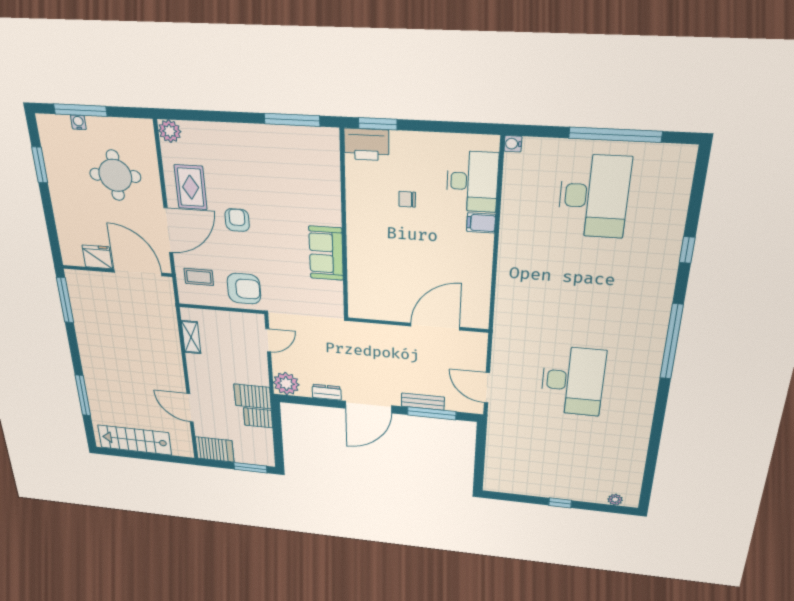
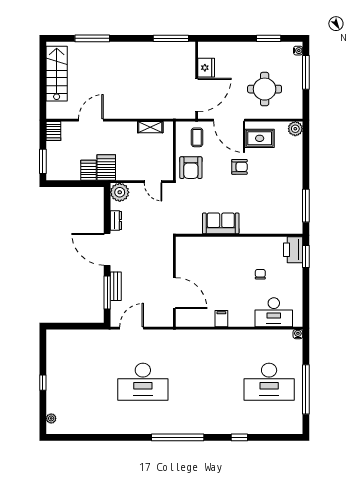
water cooler: (78, 122) -> (298, 51), moved
filing cabinet: (481, 223) -> (221, 319), moved
server rack: (215, 449) -> (53, 131), width x0.73, depth x0.70

